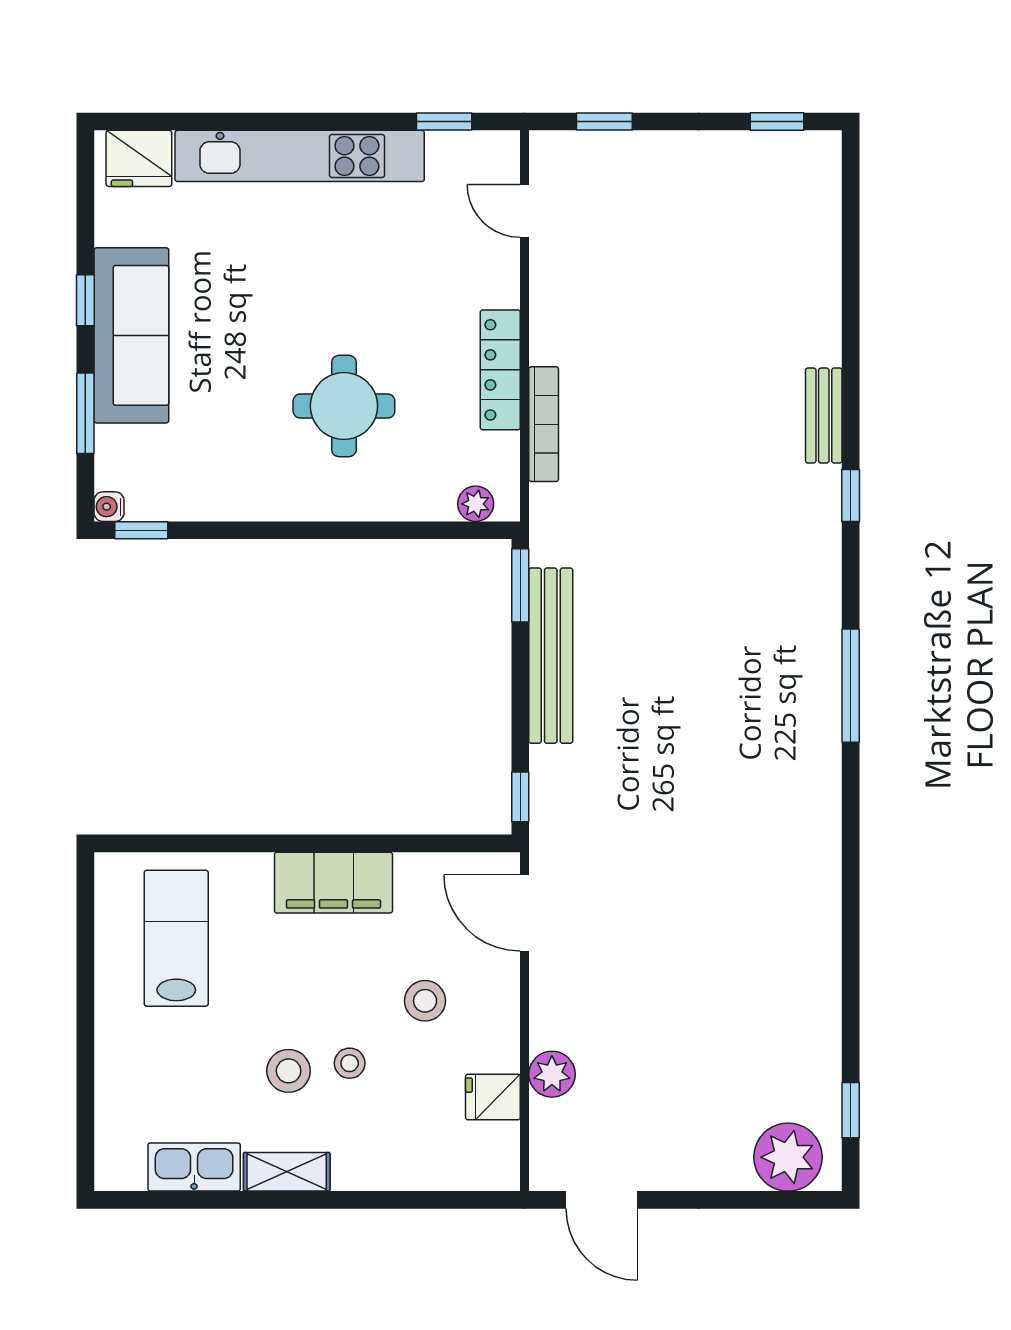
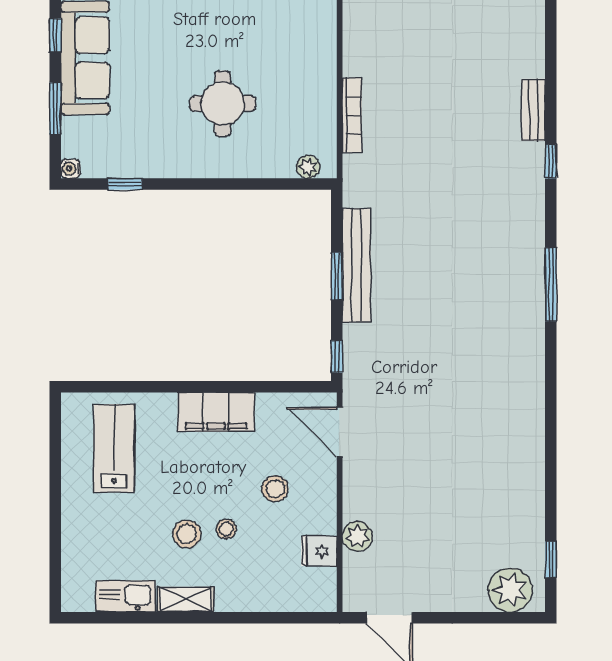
locker: (500, 370) -> (324, 80), removed
window: (141, 530) -> (125, 184), moved
window: (520, 585) -> (337, 276), moved

